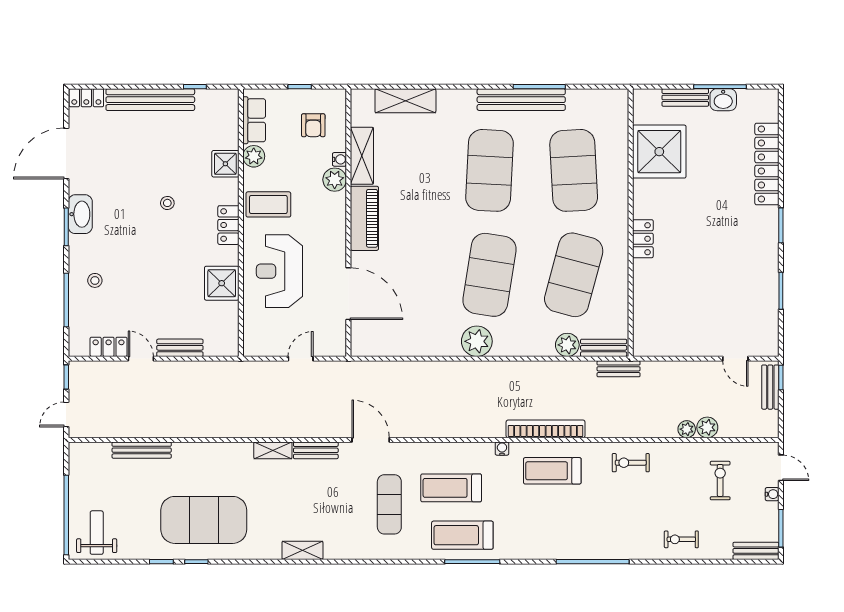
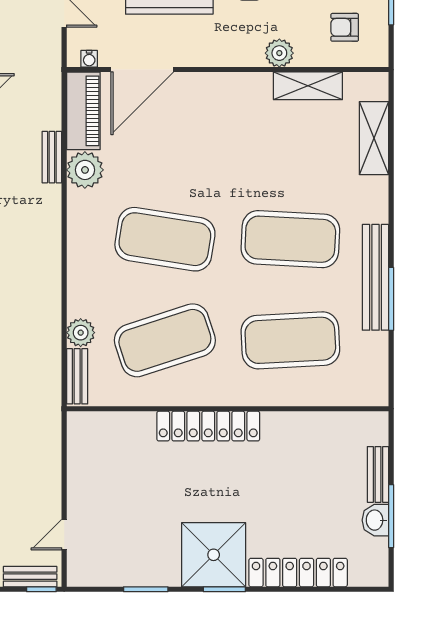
shower: (659, 152) -> (214, 555), moved
water cooler: (339, 159) -> (89, 59), moved
piano: (364, 218) -> (83, 111), moved, turned -90
locker: (643, 239) -> (208, 426), width x2.16, depth x1.21
exercise mat: (574, 275) -> (165, 340), turned -33
plant: (477, 341) -> (85, 170), moved
bench: (619, 369) -> (52, 157), moved

